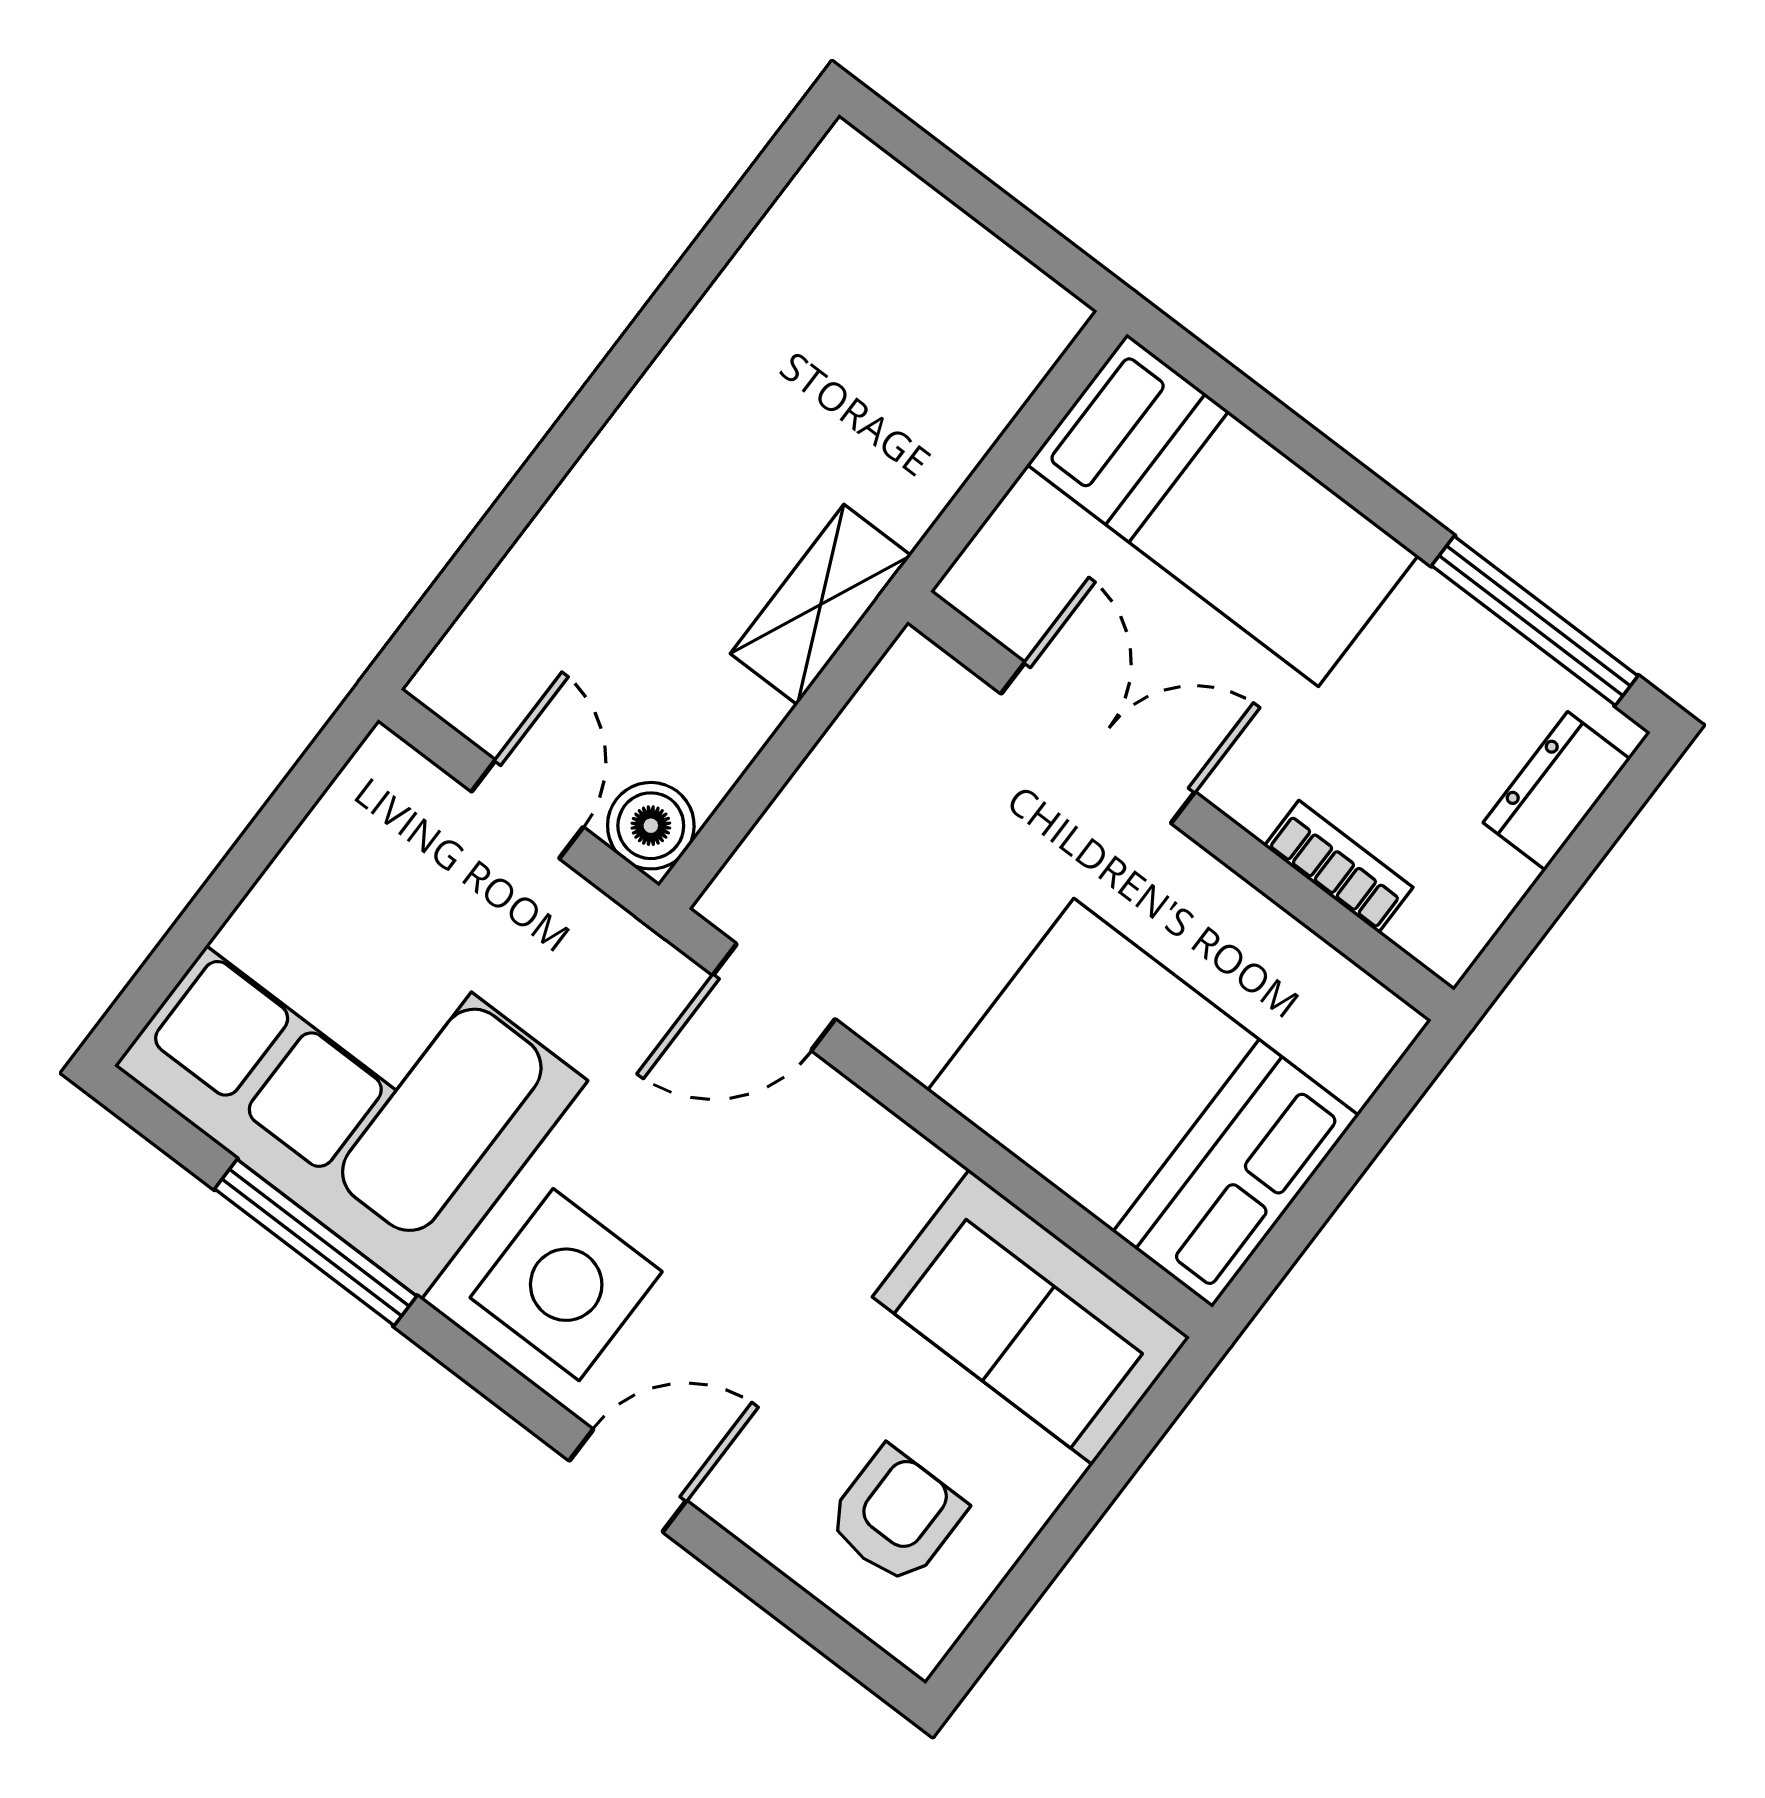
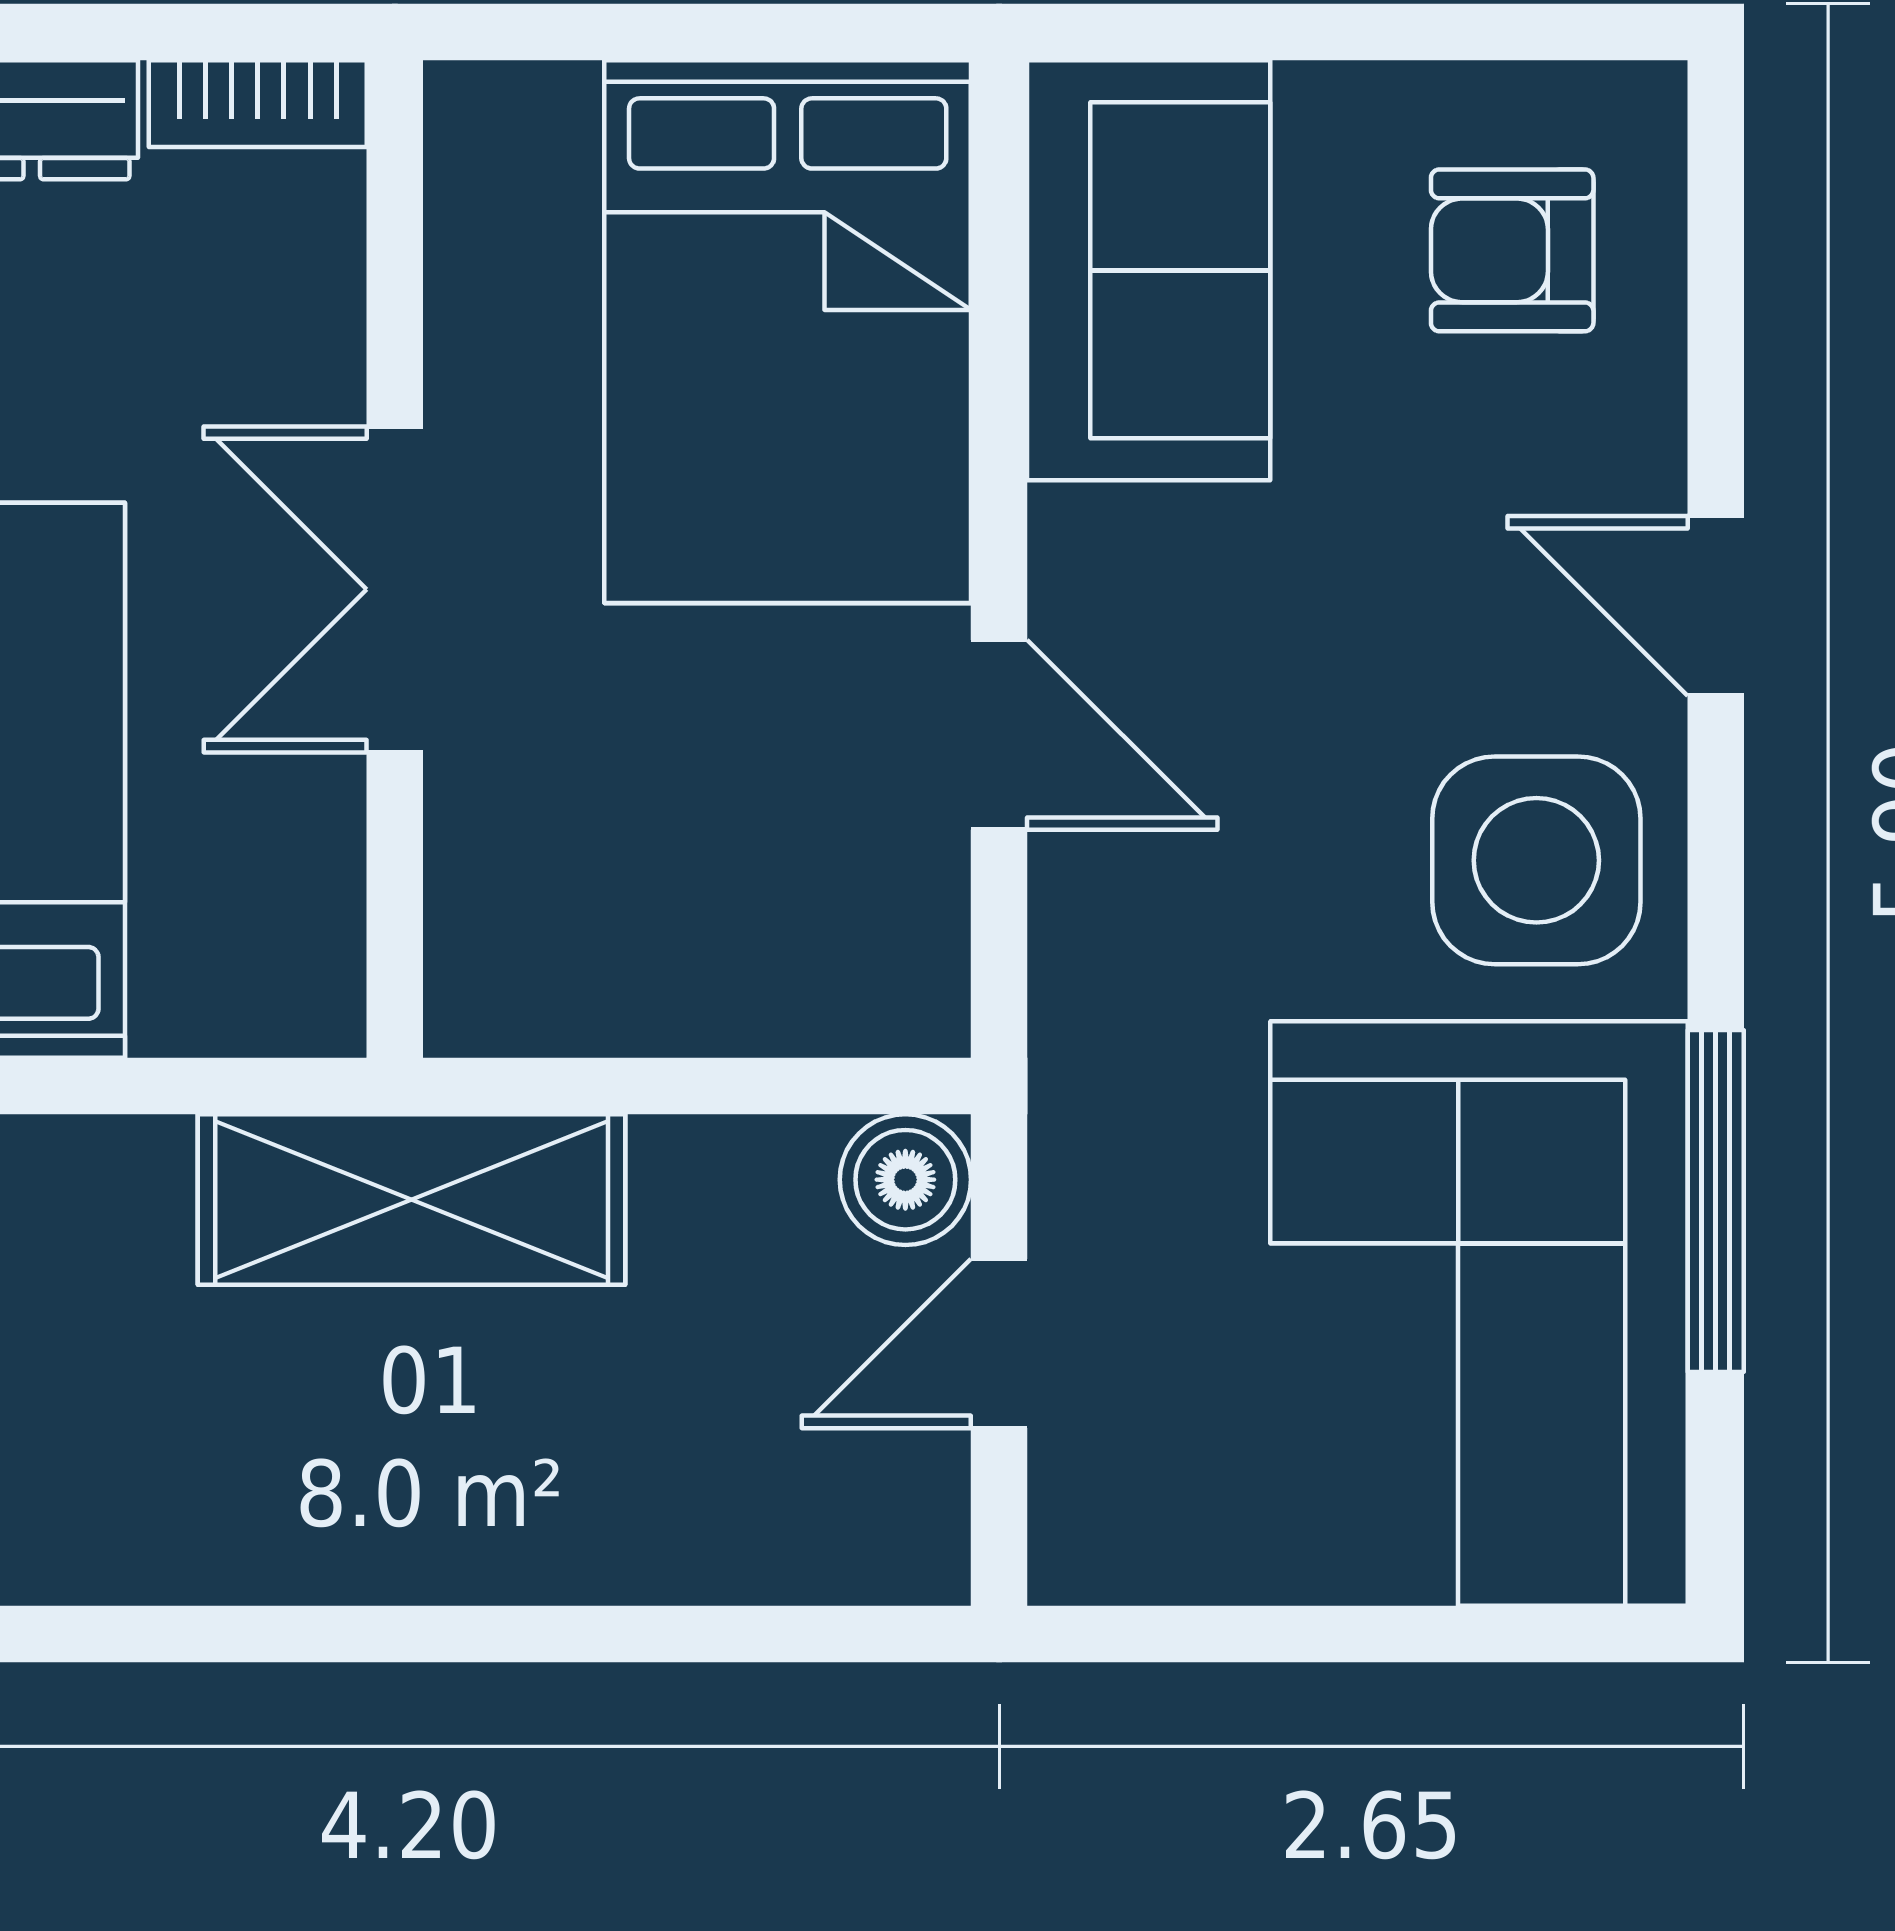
shelving: (821, 604) -> (412, 1199), width x1.50, depth x1.33
double door: (1098, 743) -> (395, 589), moved
bookcase: (1339, 867) -> (258, 104), moved, turned -90
door: (774, 997) -> (999, 735), moved

